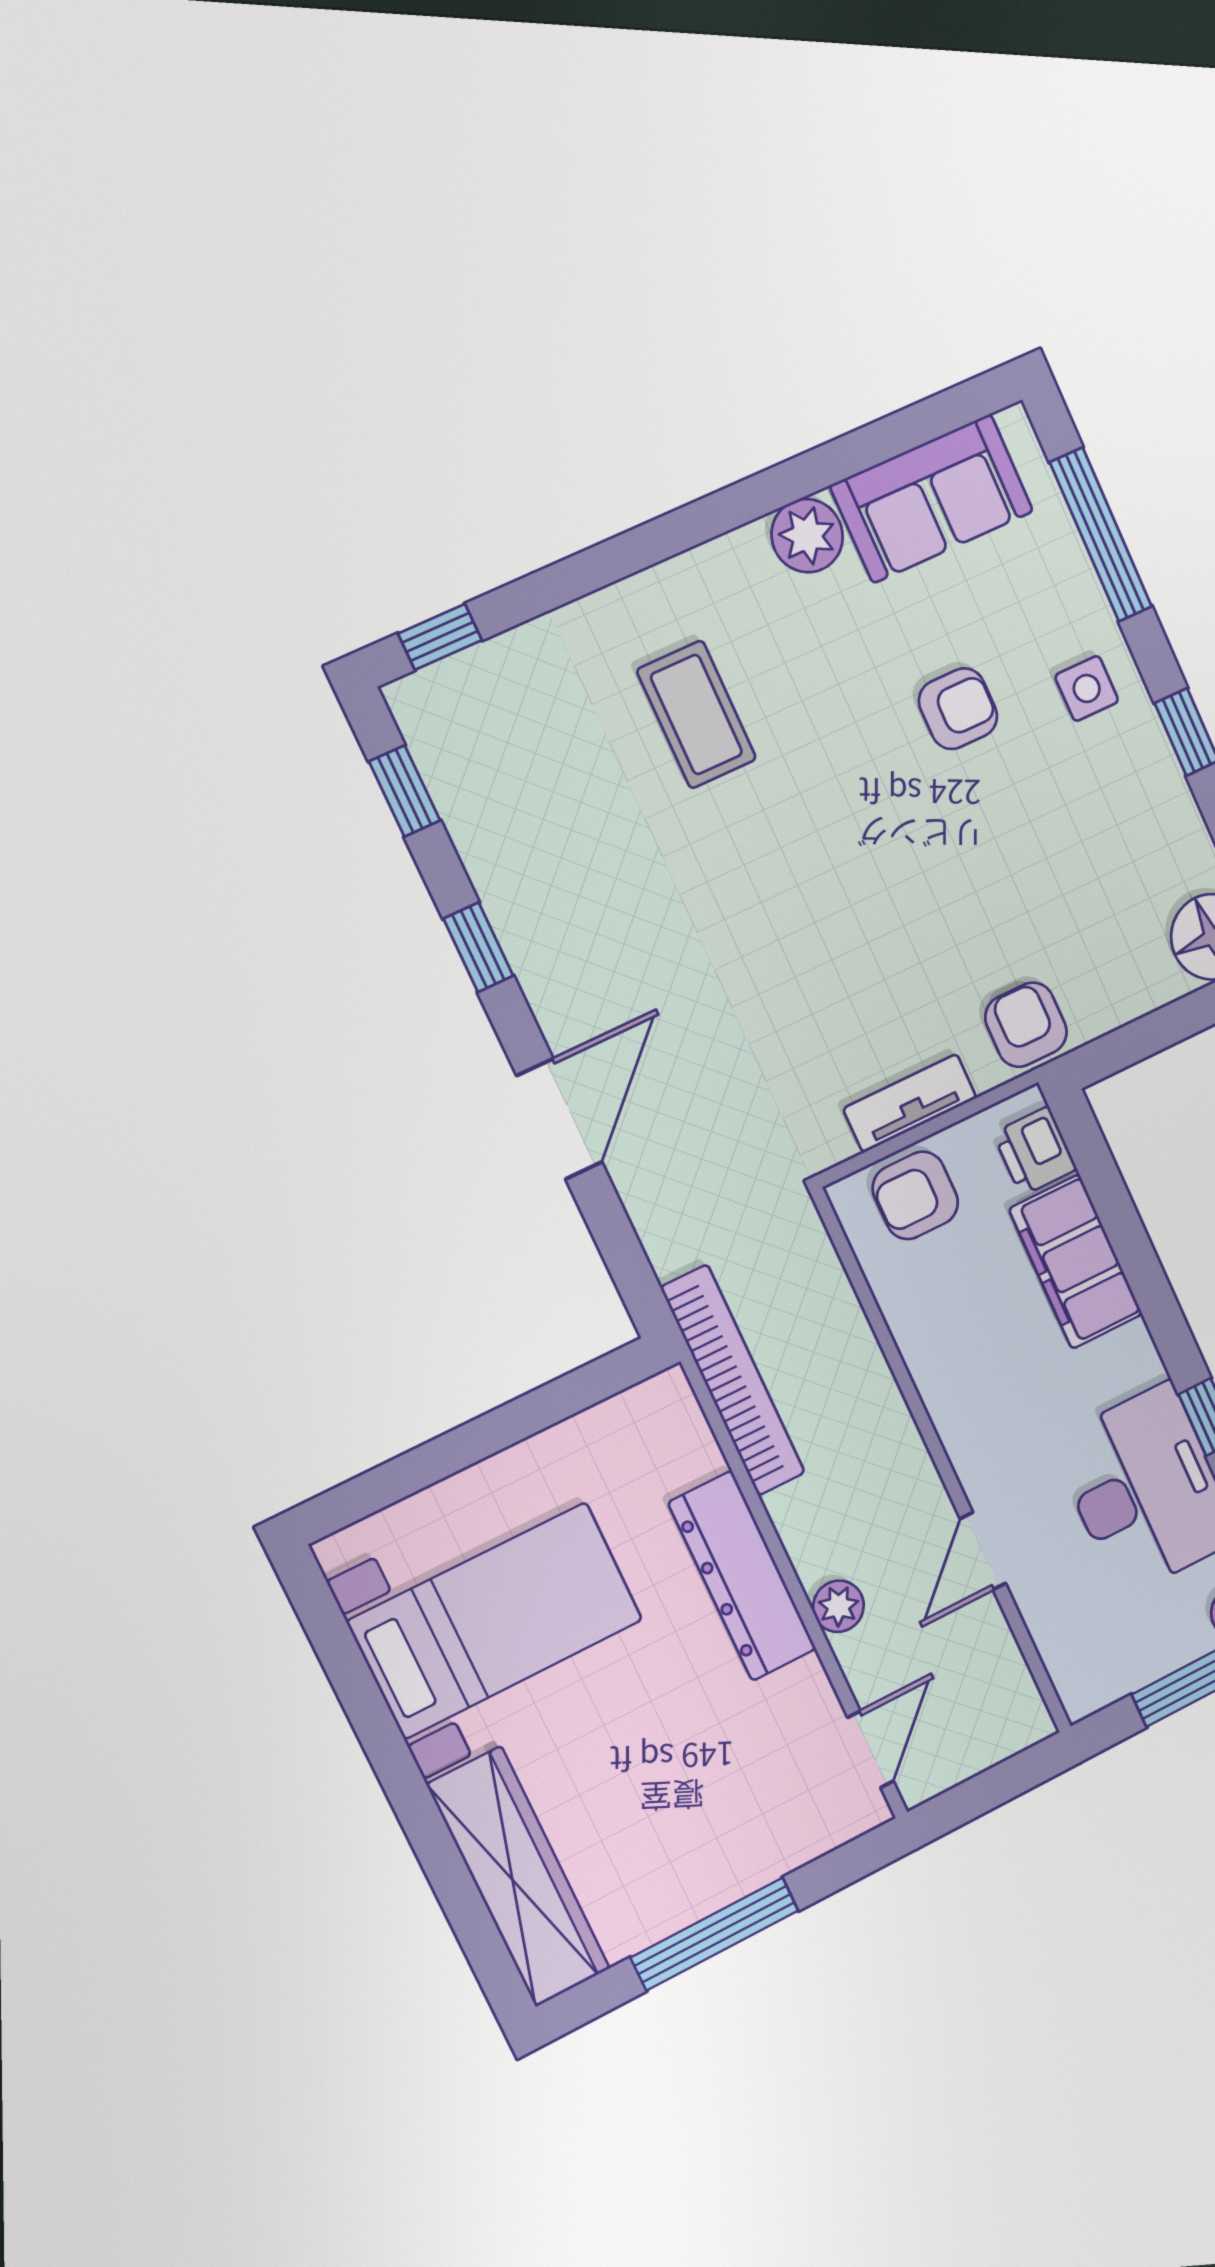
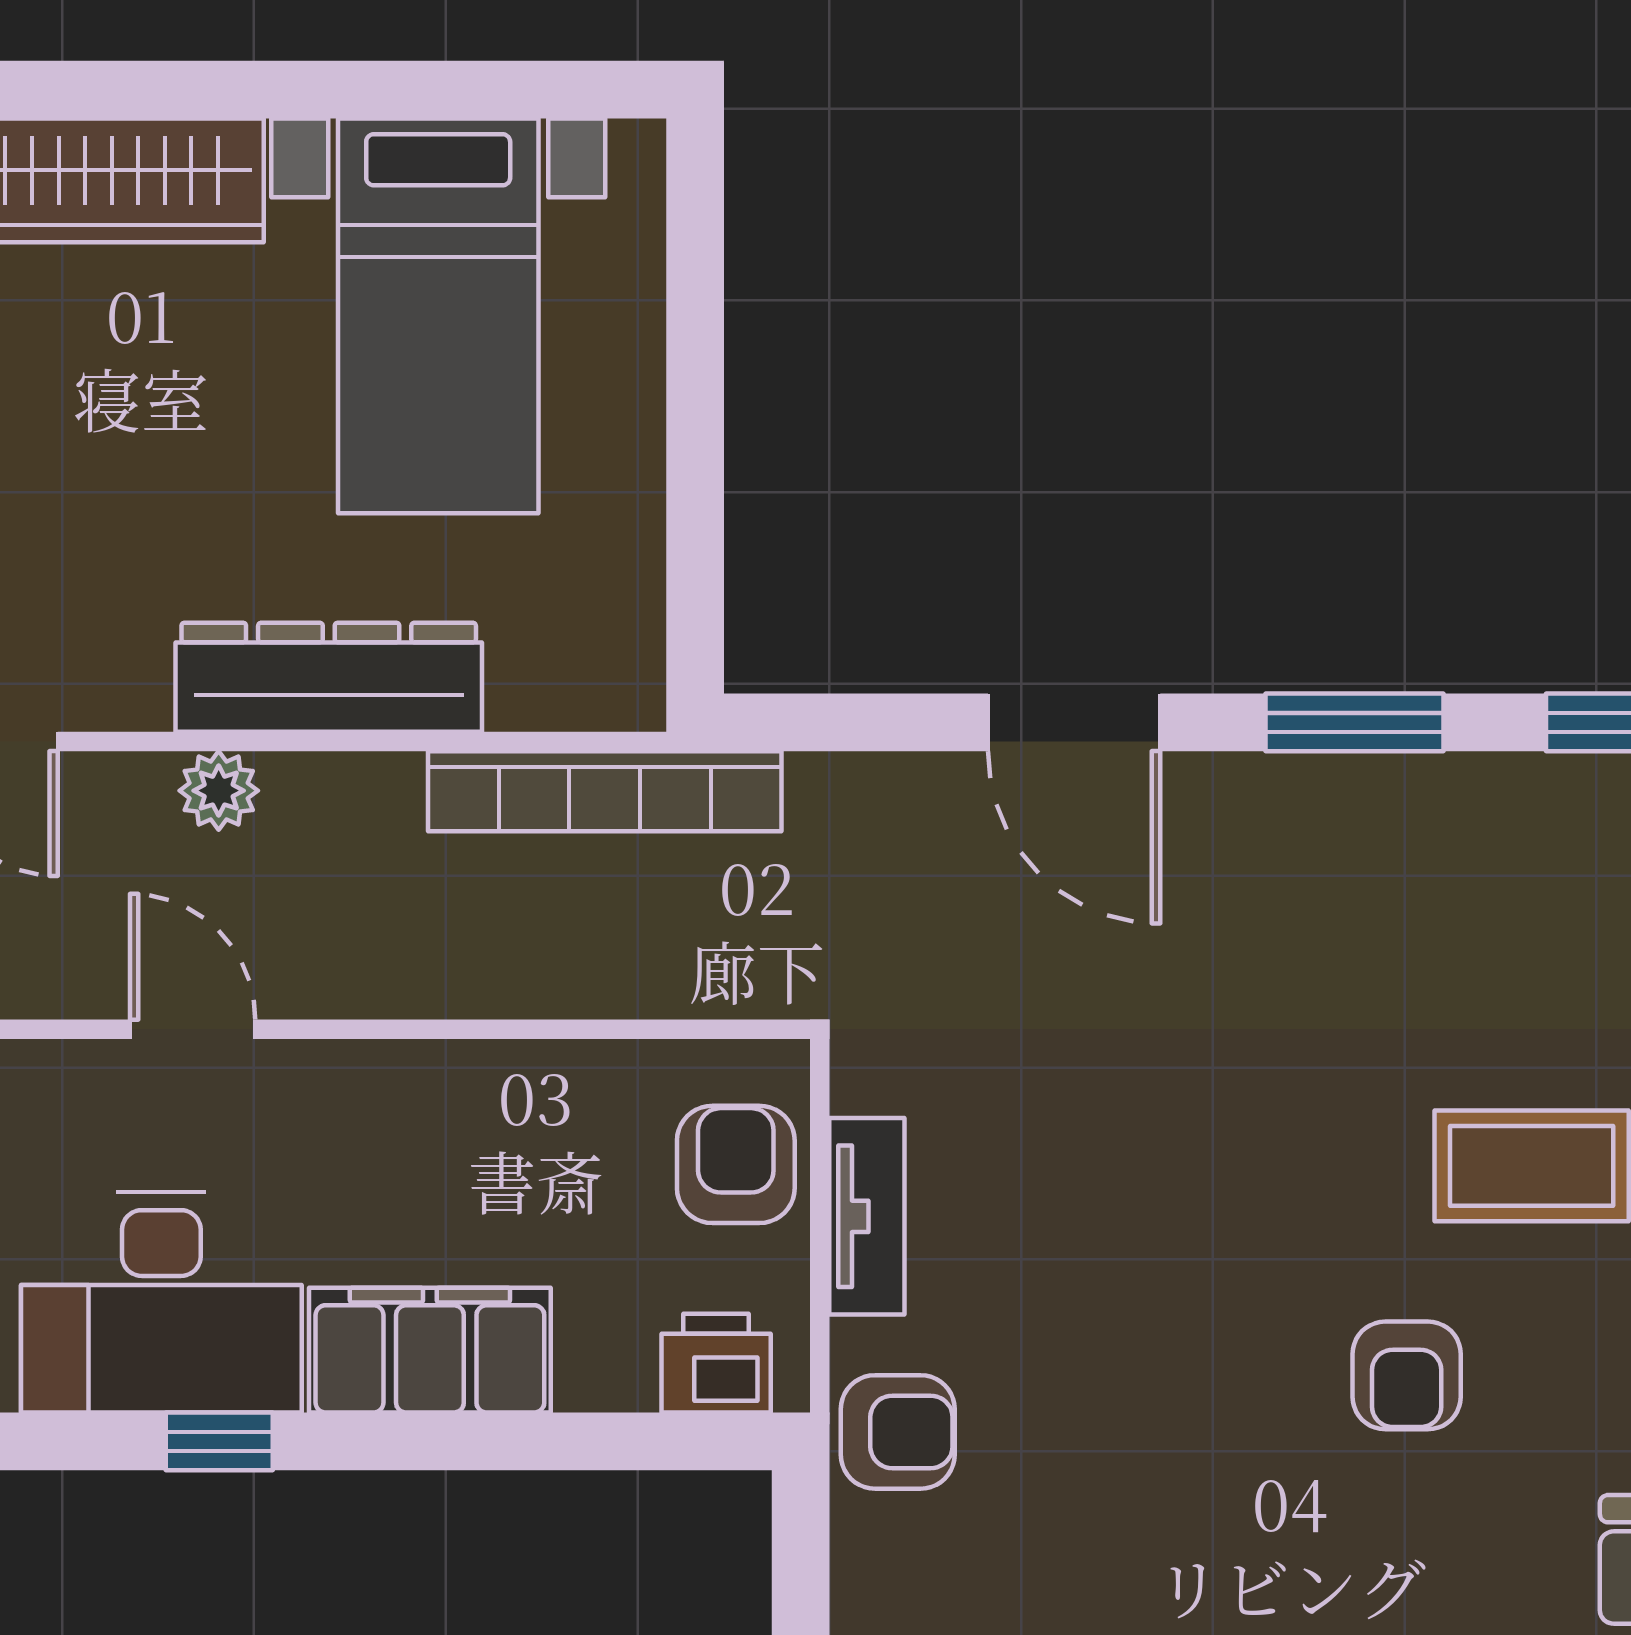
armchair: (958, 709) -> (1407, 1375), moved
window: (478, 947) -> (1355, 722), width x1.50
filing cabinet: (1076, 1262) -> (430, 1350), moved

